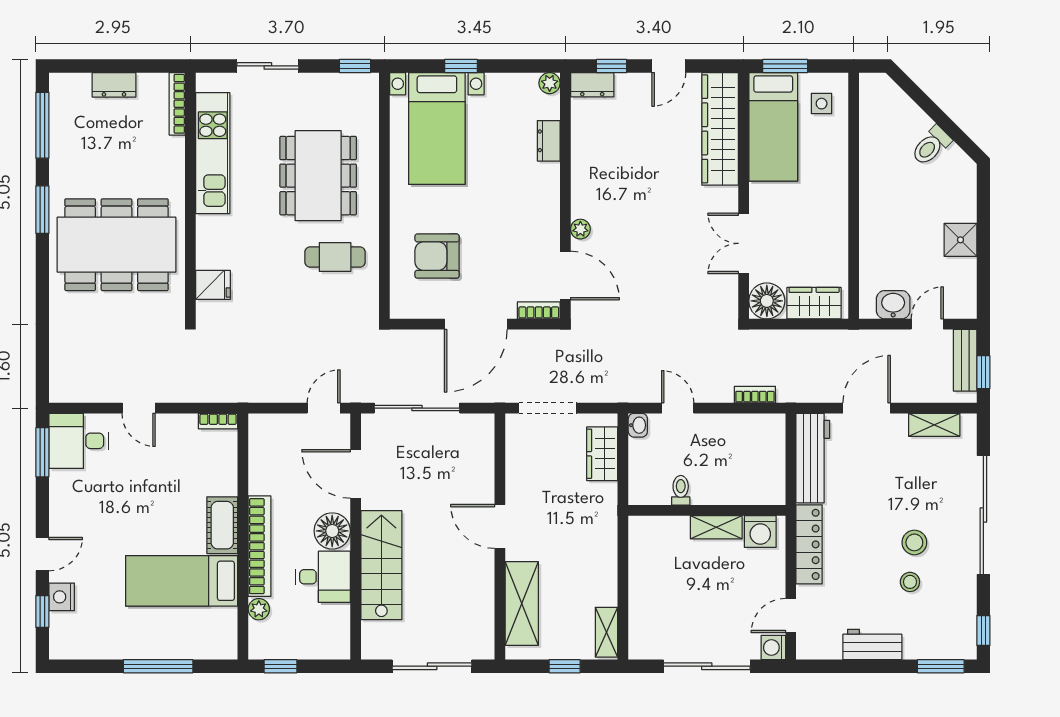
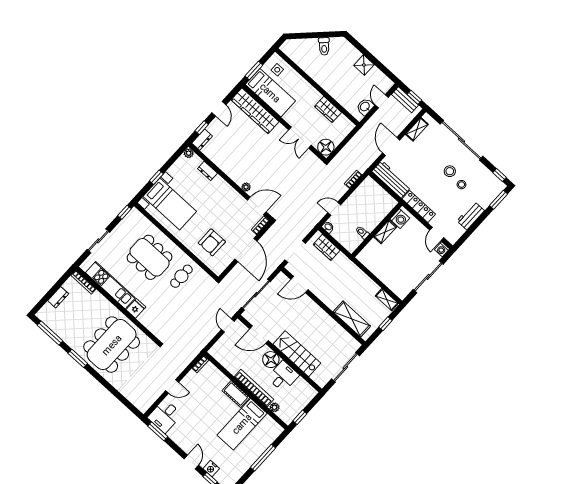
fridge: (213, 285) -> (136, 308), moved
wardrobe: (814, 303) -> (328, 109), moved, turned -90
door: (500, 526) -> (299, 284), moved

